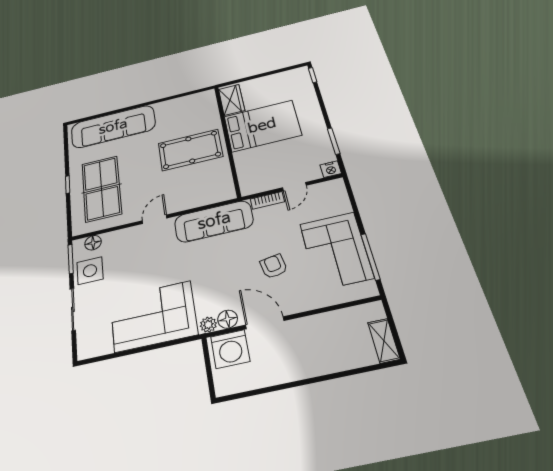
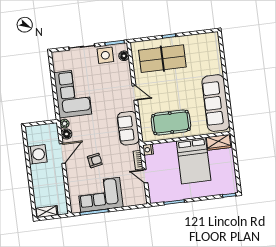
sofa: (113, 127) -> (216, 103), moved
pool table: (190, 150) -> (171, 122), moved, turned 90
nightstand: (331, 169) -> (148, 150), moved
sofa: (214, 221) -> (128, 128), width x0.73
washing machine: (230, 349) -> (37, 154), moved, turned 180

